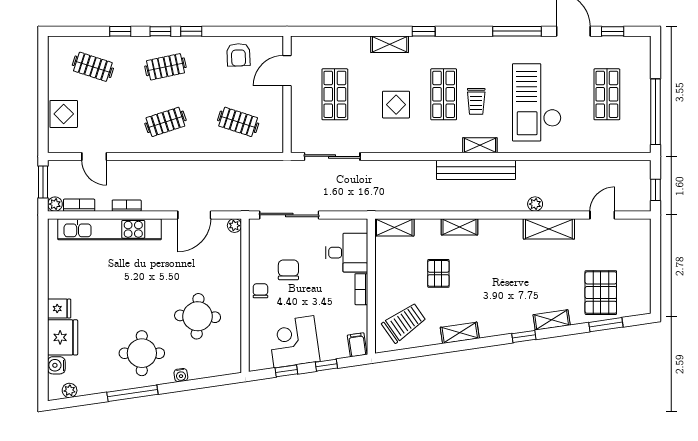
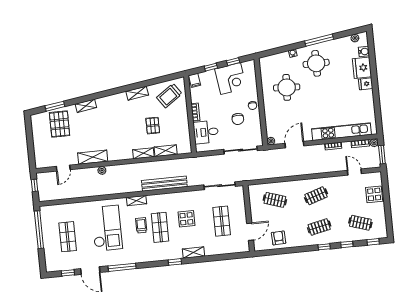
window: (191, 31) -> (373, 242), moved
bench: (476, 170) -> (164, 184), moved
shelving: (394, 227) -> (166, 151), moved
window: (524, 337) -> (101, 95), removed

